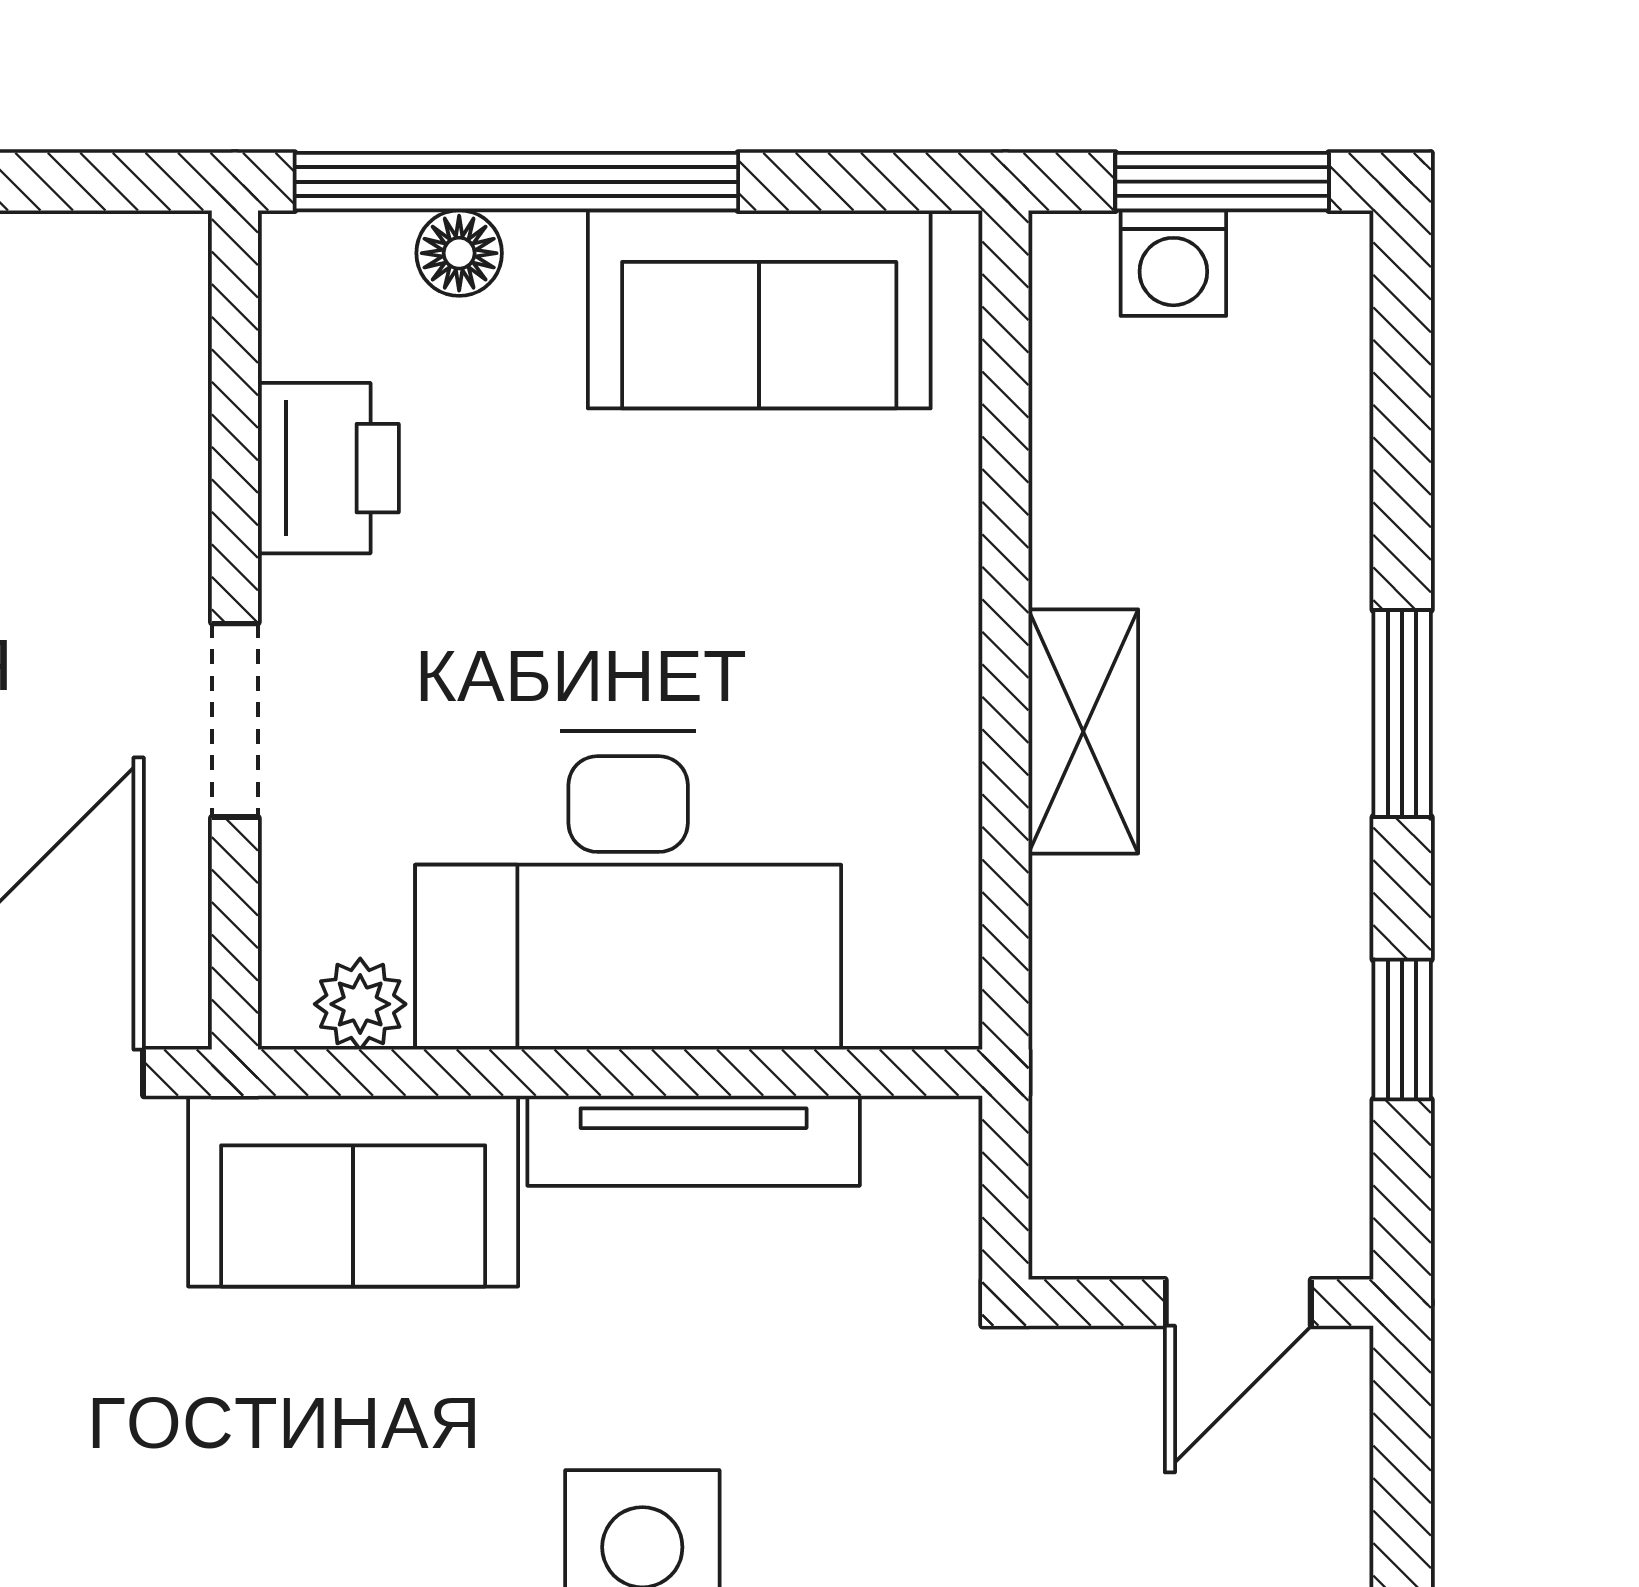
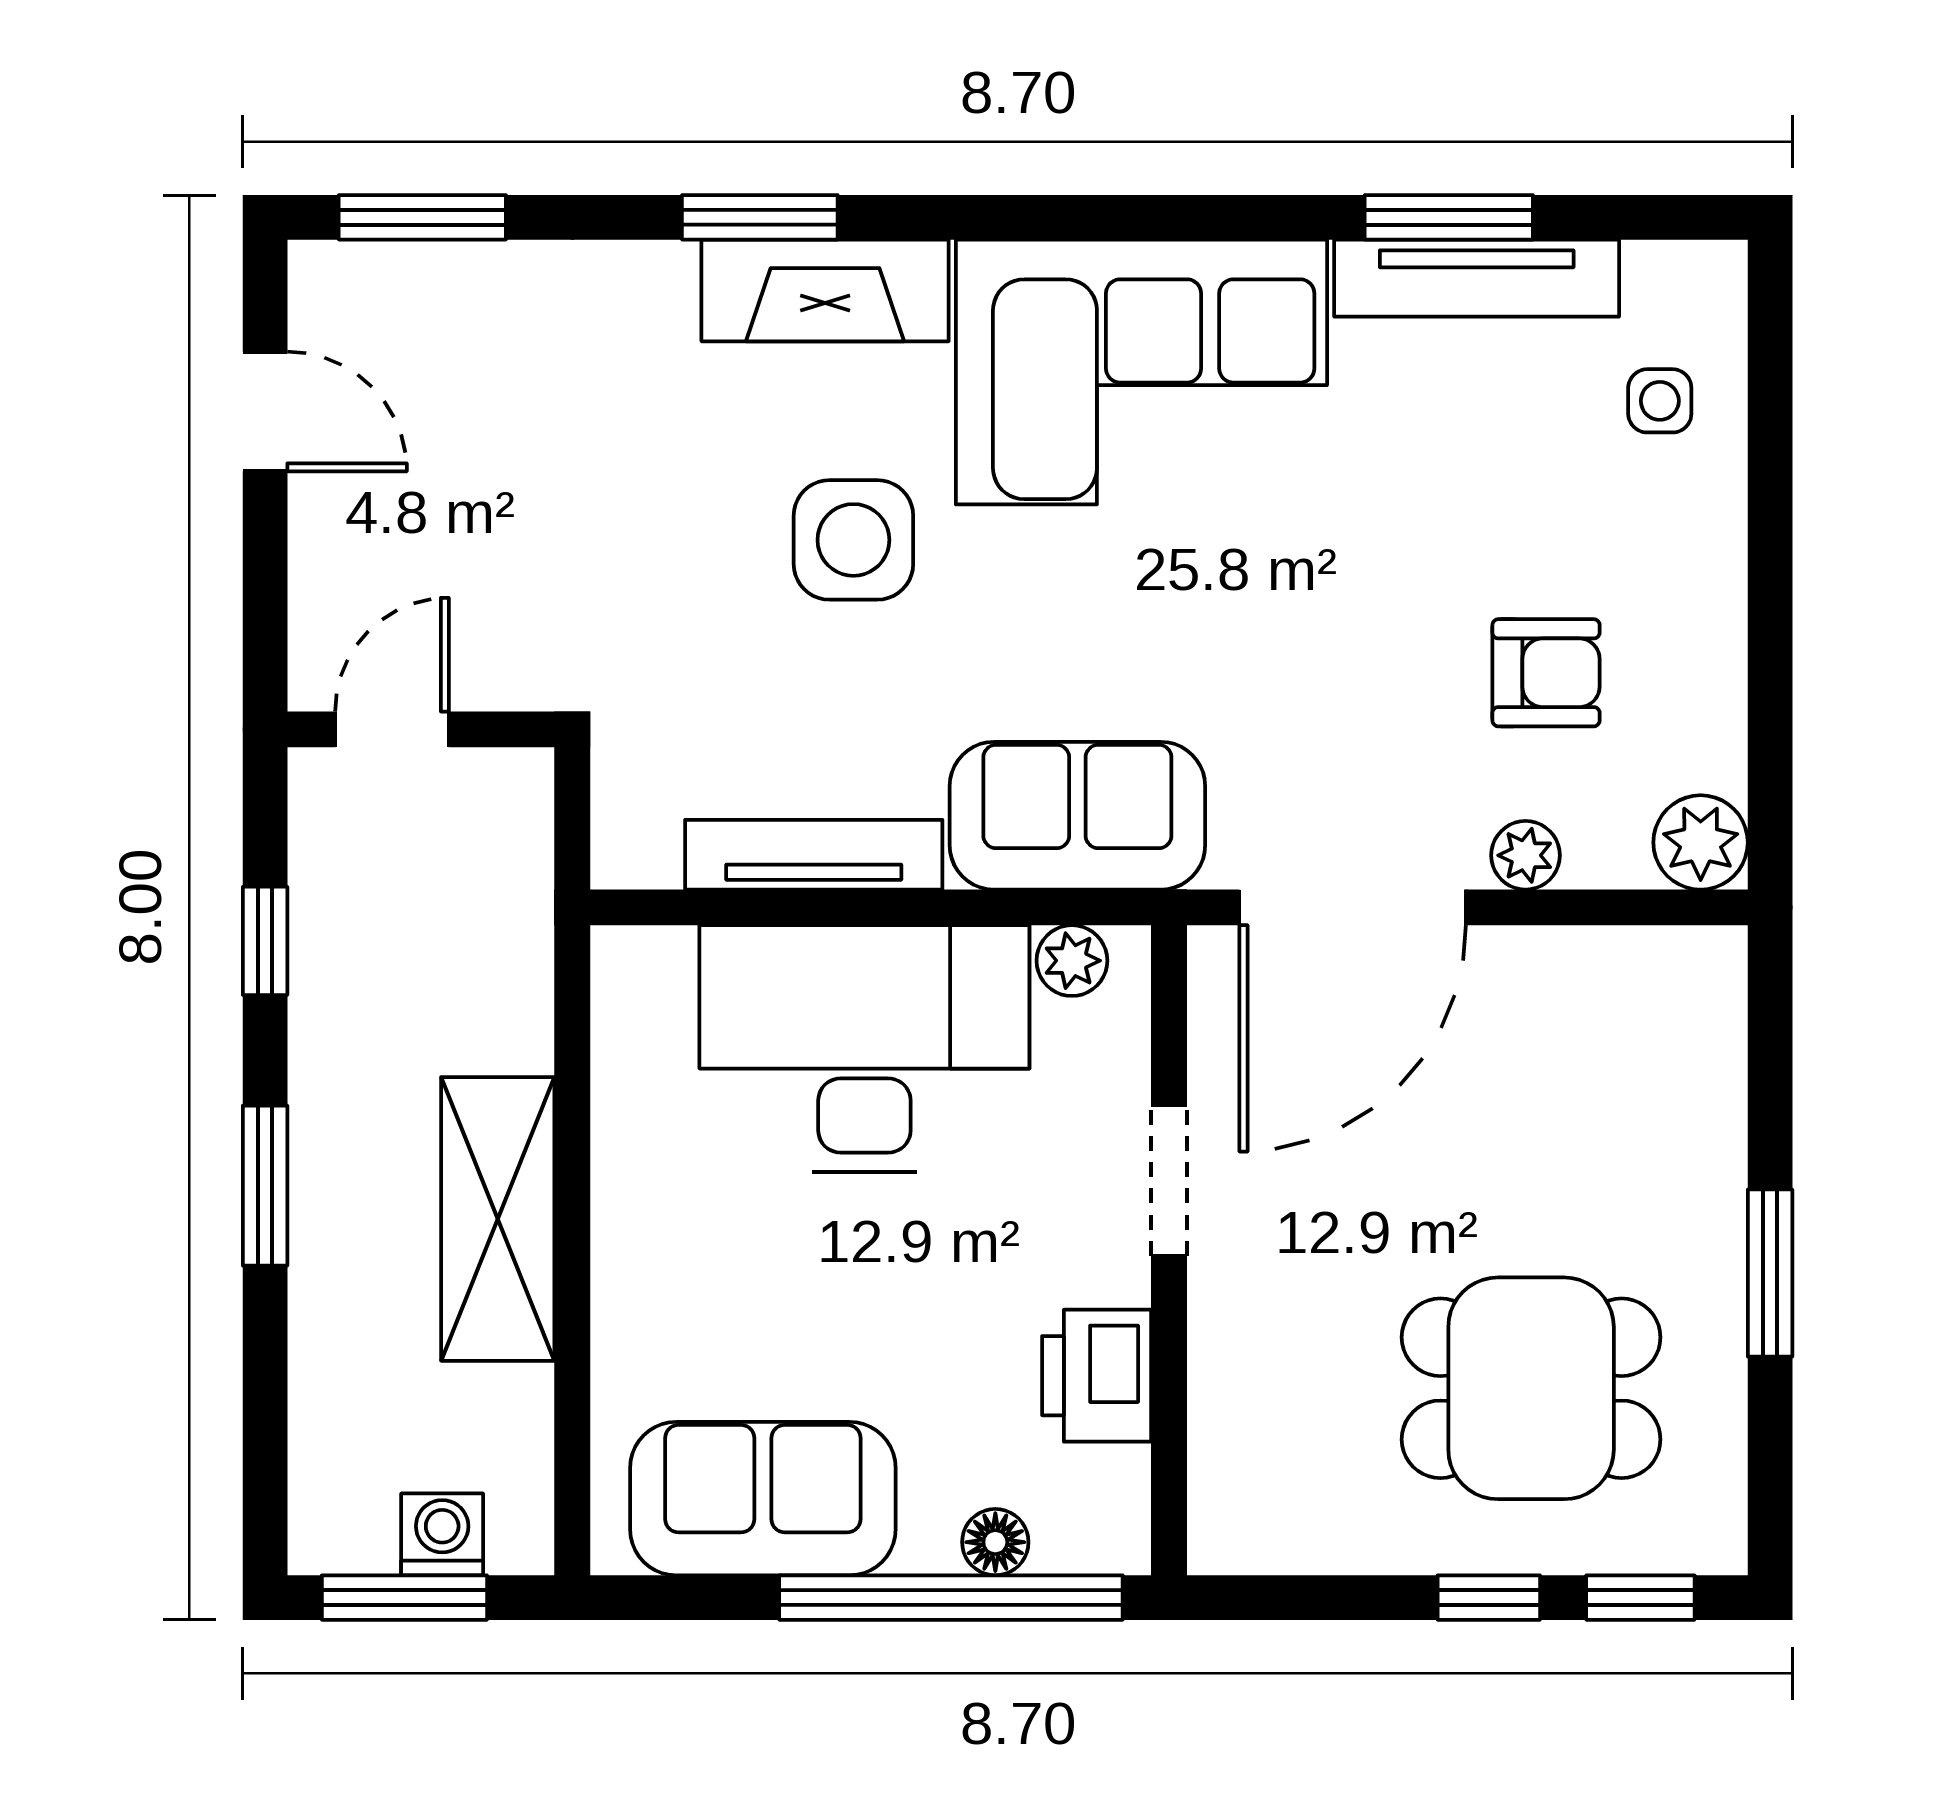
shelving: (1083, 731) -> (498, 1219), width x1.50, depth x1.33

